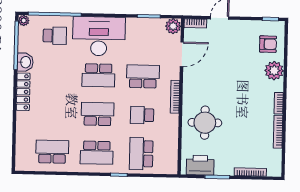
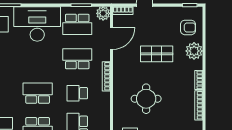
shop shelf: (232, 73) -> (157, 54), added
school desk: (98, 75) -> (77, 24), moved
round table: (205, 123) -> (146, 99), moved

